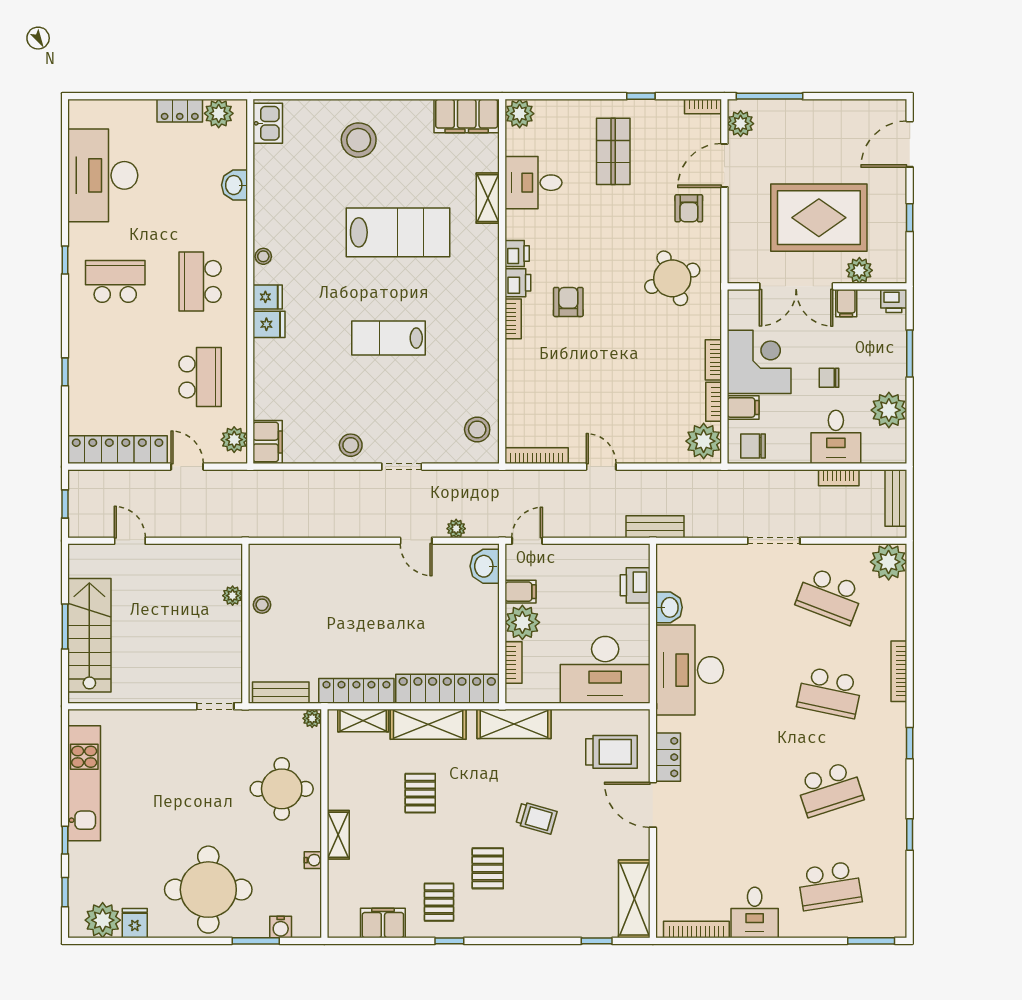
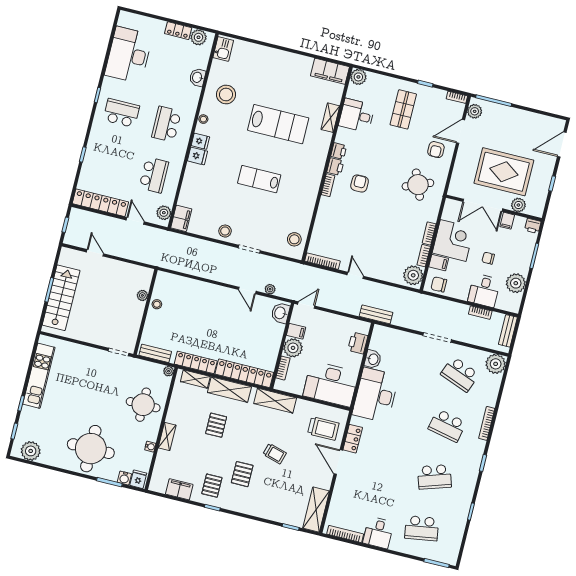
stool: (359, 140) -> (226, 95), moved
fridge: (135, 923) -> (138, 479), moved

